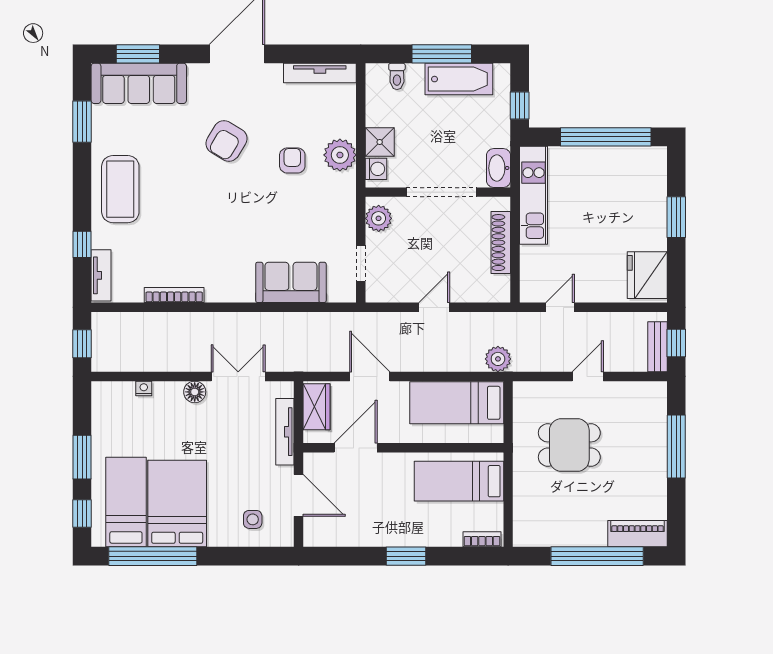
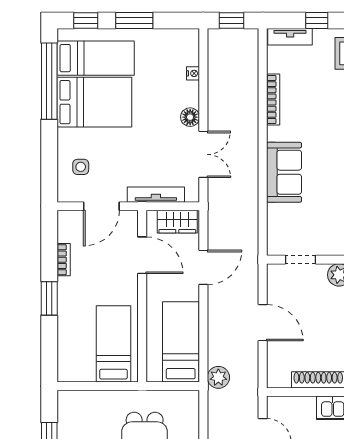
sofa: (291, 282) -> (284, 172), moved
door: (434, 307) -> (263, 323), width x1.38
bookcase: (482, 539) -> (64, 260), moved

